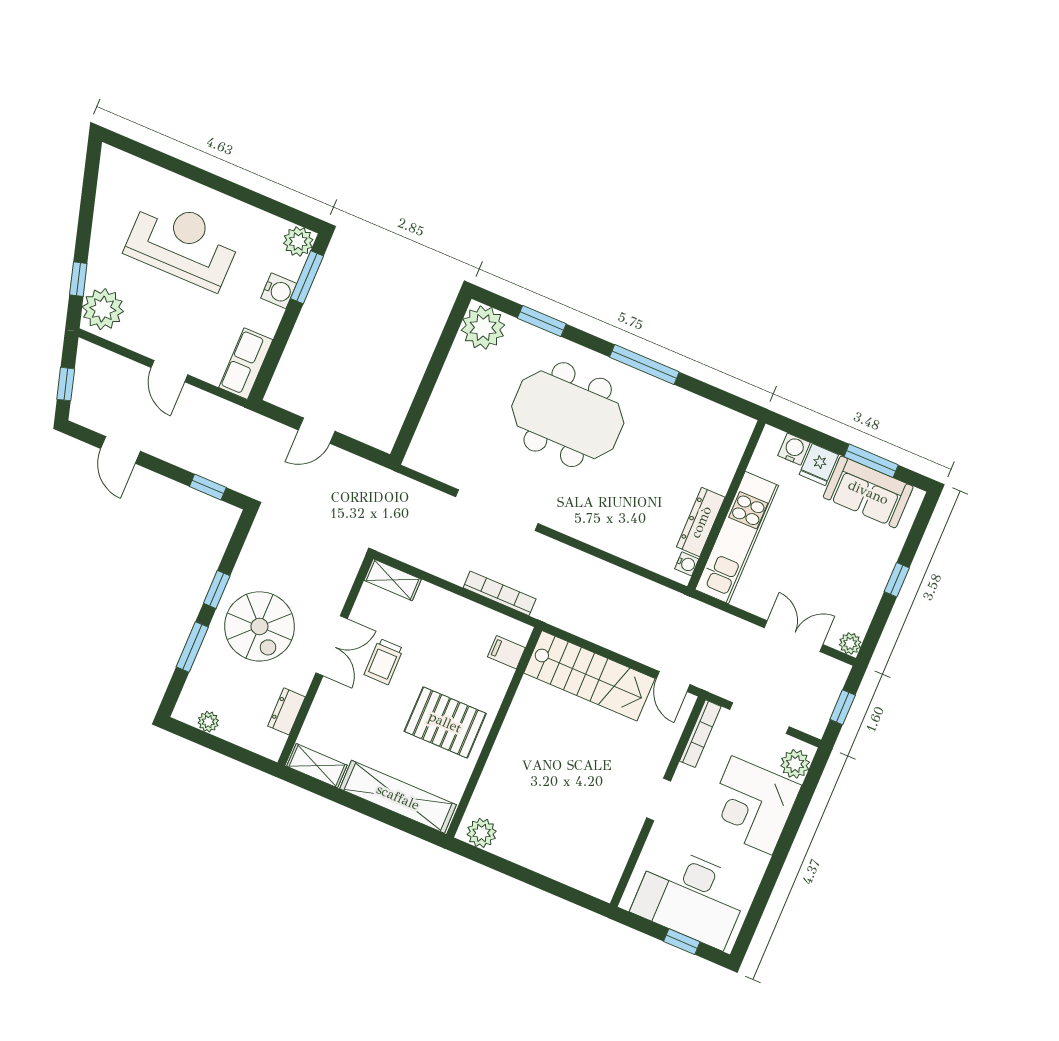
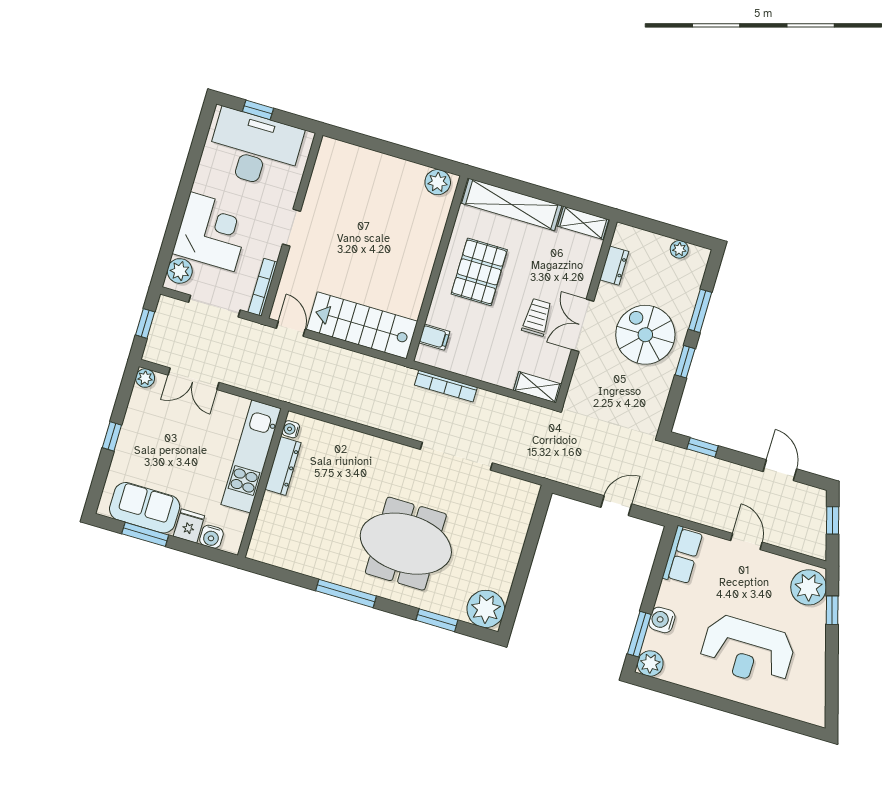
pallet: (445, 722) -> (479, 272), turned 90

